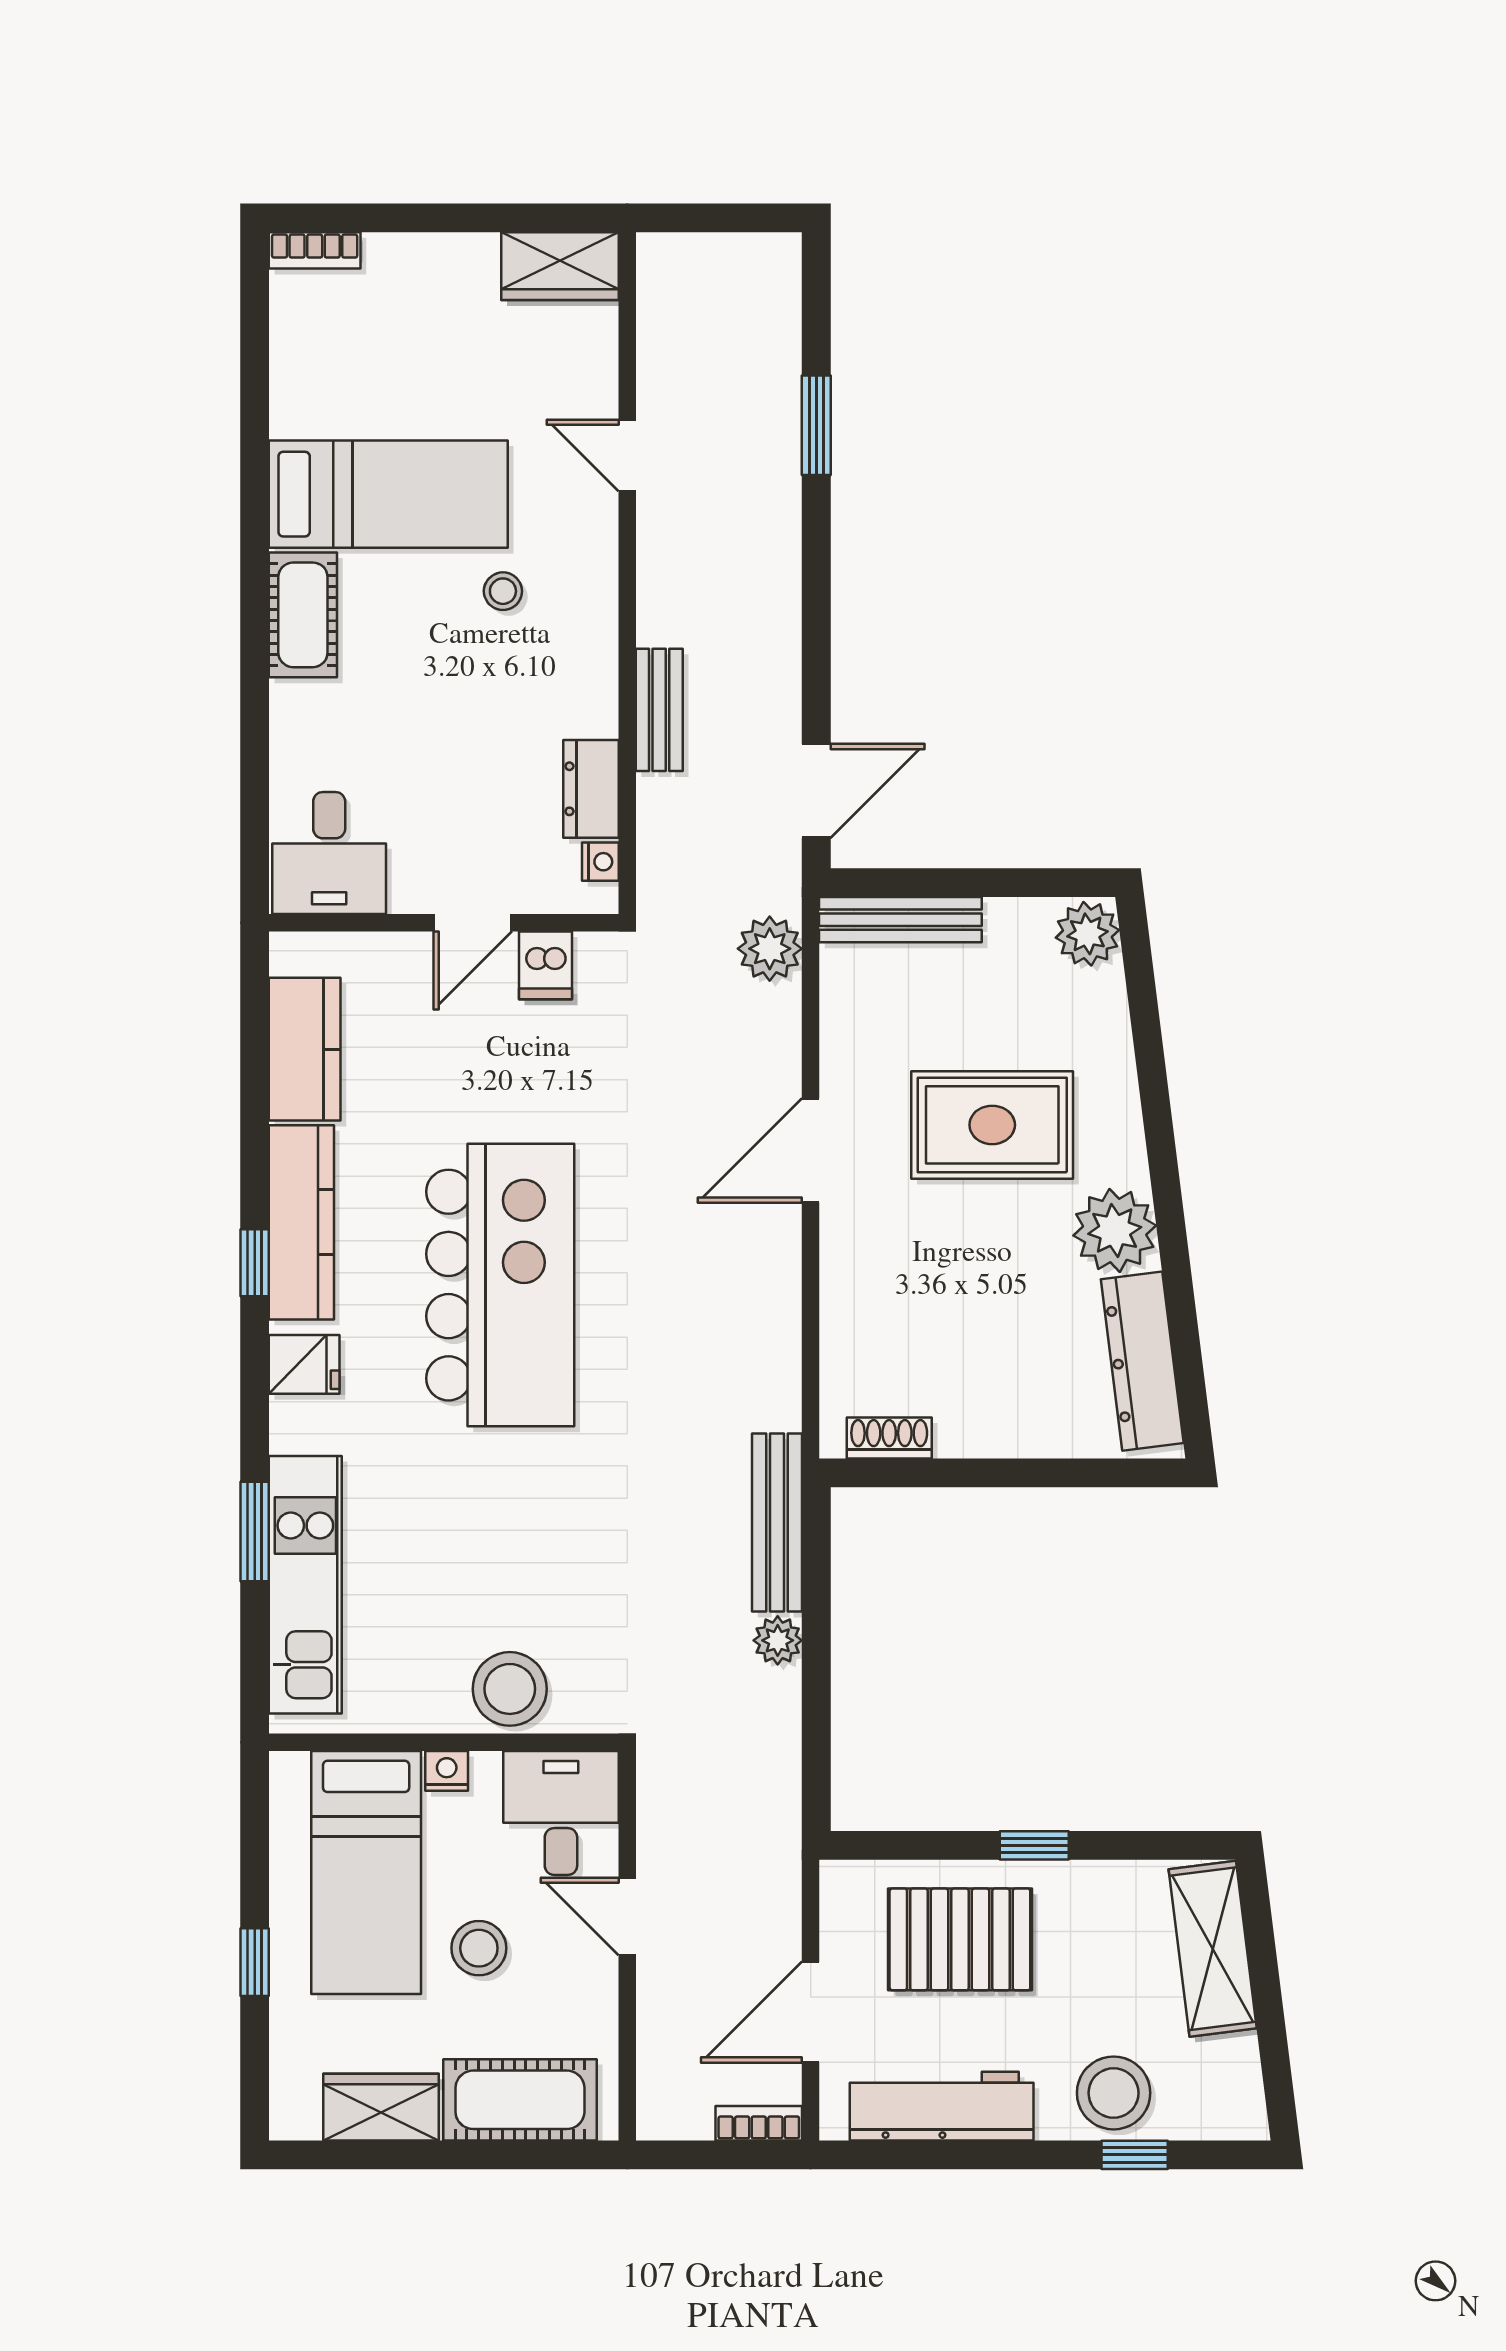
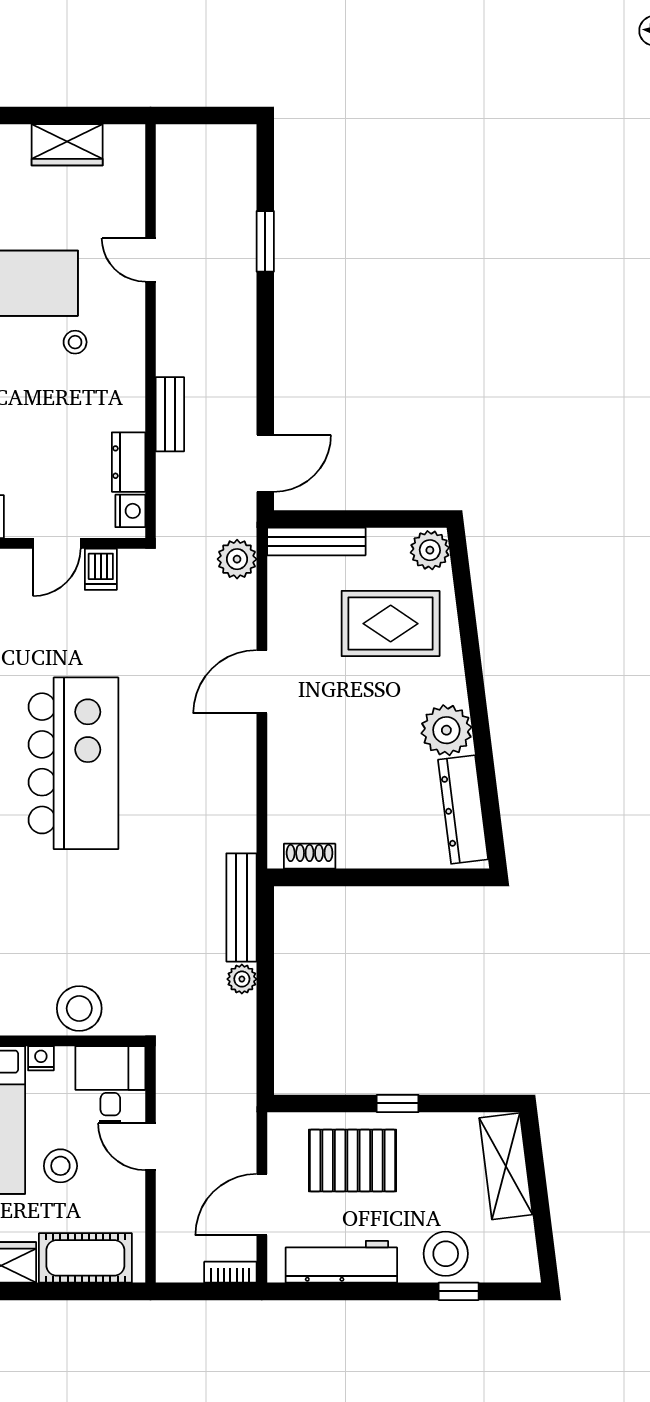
wardrobe: (560, 266) -> (67, 145), moved
nightstand: (600, 862) -> (130, 511), width x1.39, depth x1.35
rug: (992, 1125) -> (391, 624), moved

